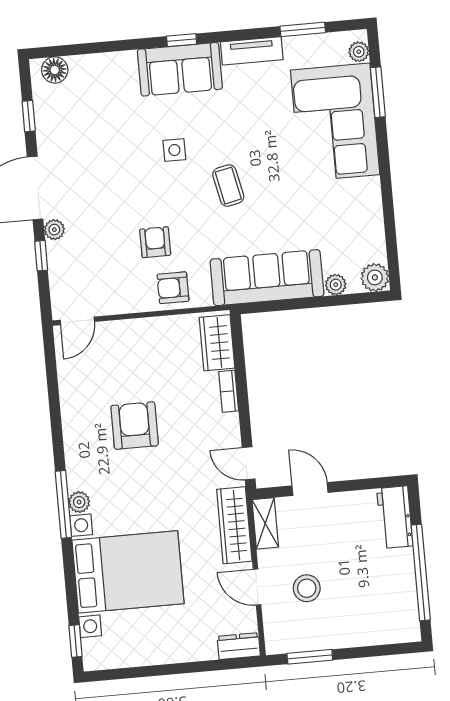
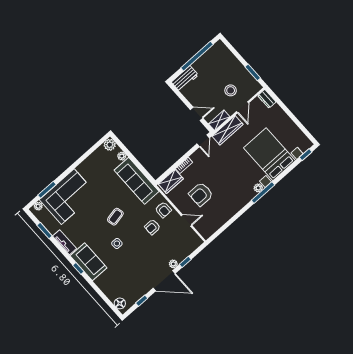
door: (77, 321) -> (186, 220), moved
armchair: (135, 426) -> (201, 194), moved
door: (310, 489) -> (197, 114), swing flipped

